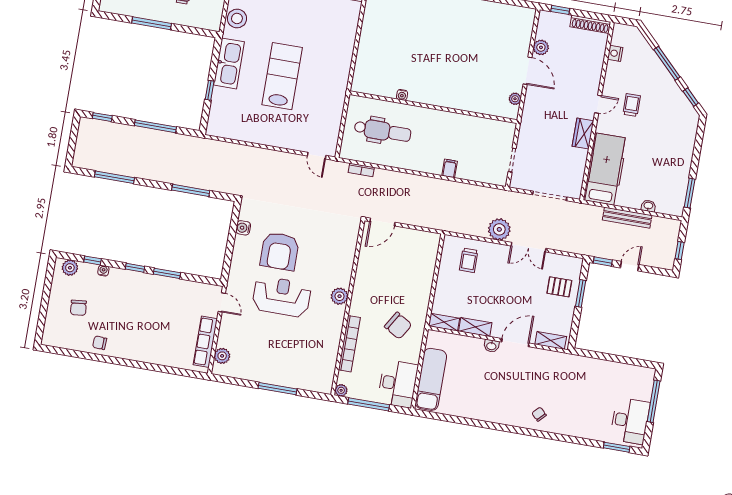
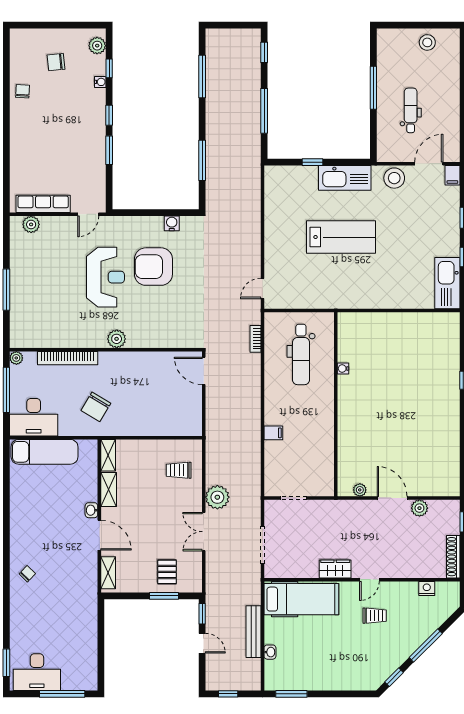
door: (528, 71) -> (392, 498), swing flipped
door: (598, 104) -> (369, 580), hinge flipped

